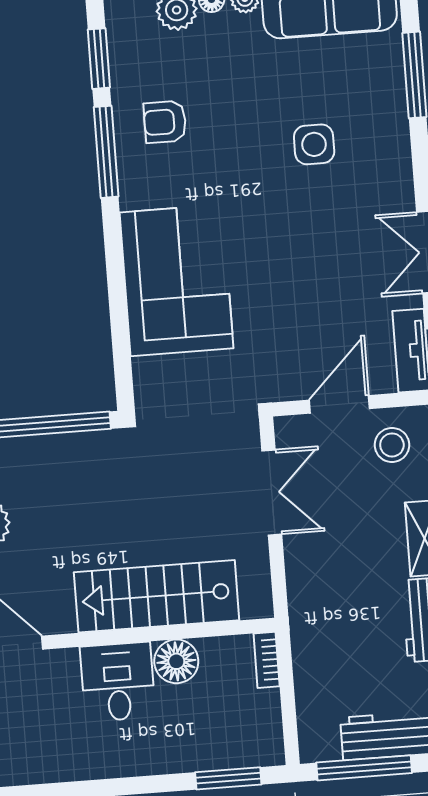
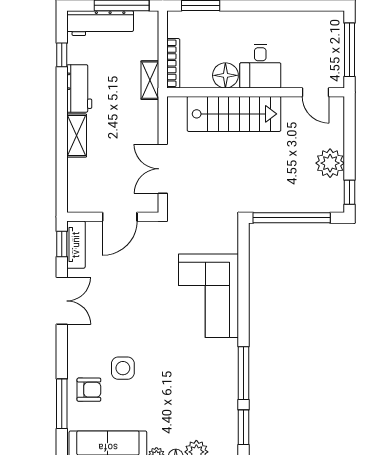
armchair: (165, 122) -> (89, 390), moved
stool: (392, 445) -> (91, 191), removed
shelving: (306, 643) -> (150, 80), added
bookcase: (267, 660) -> (173, 63), width x1.56

